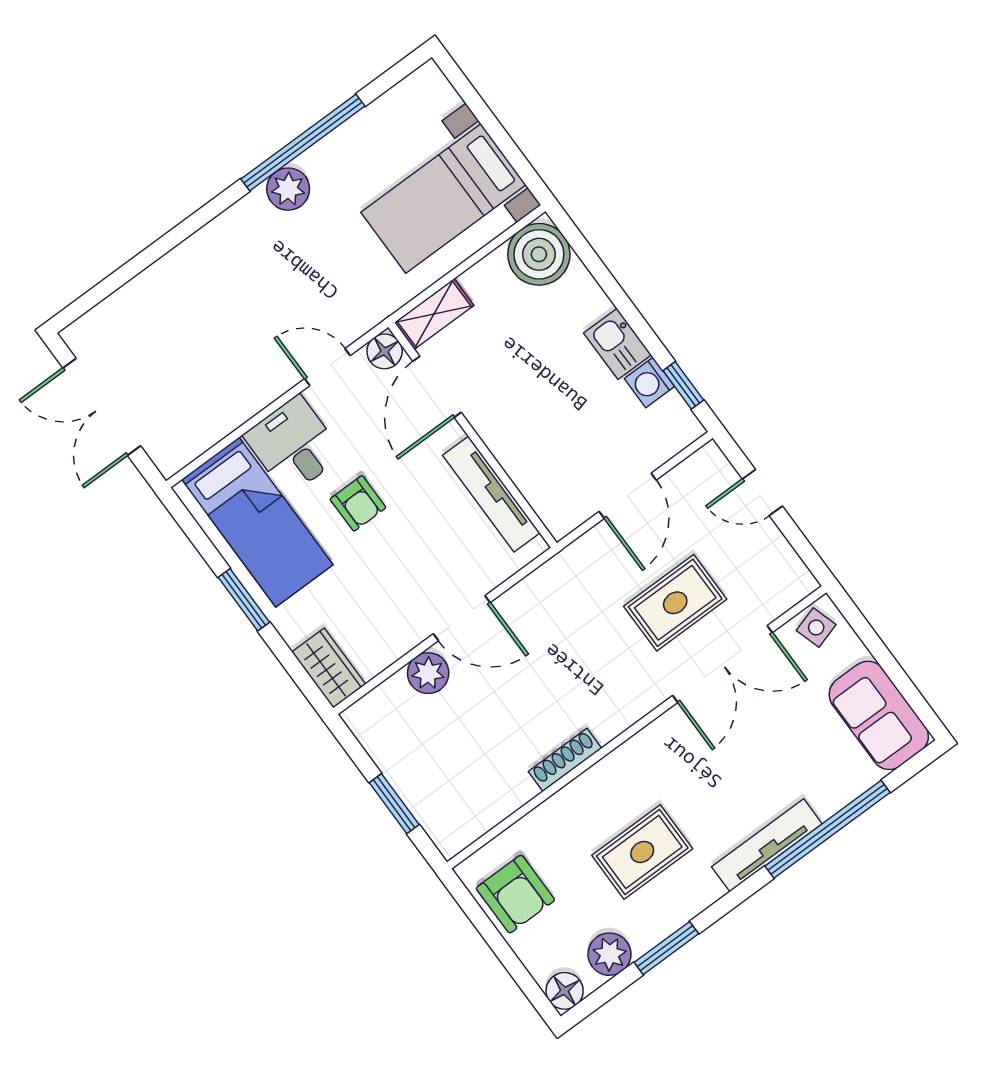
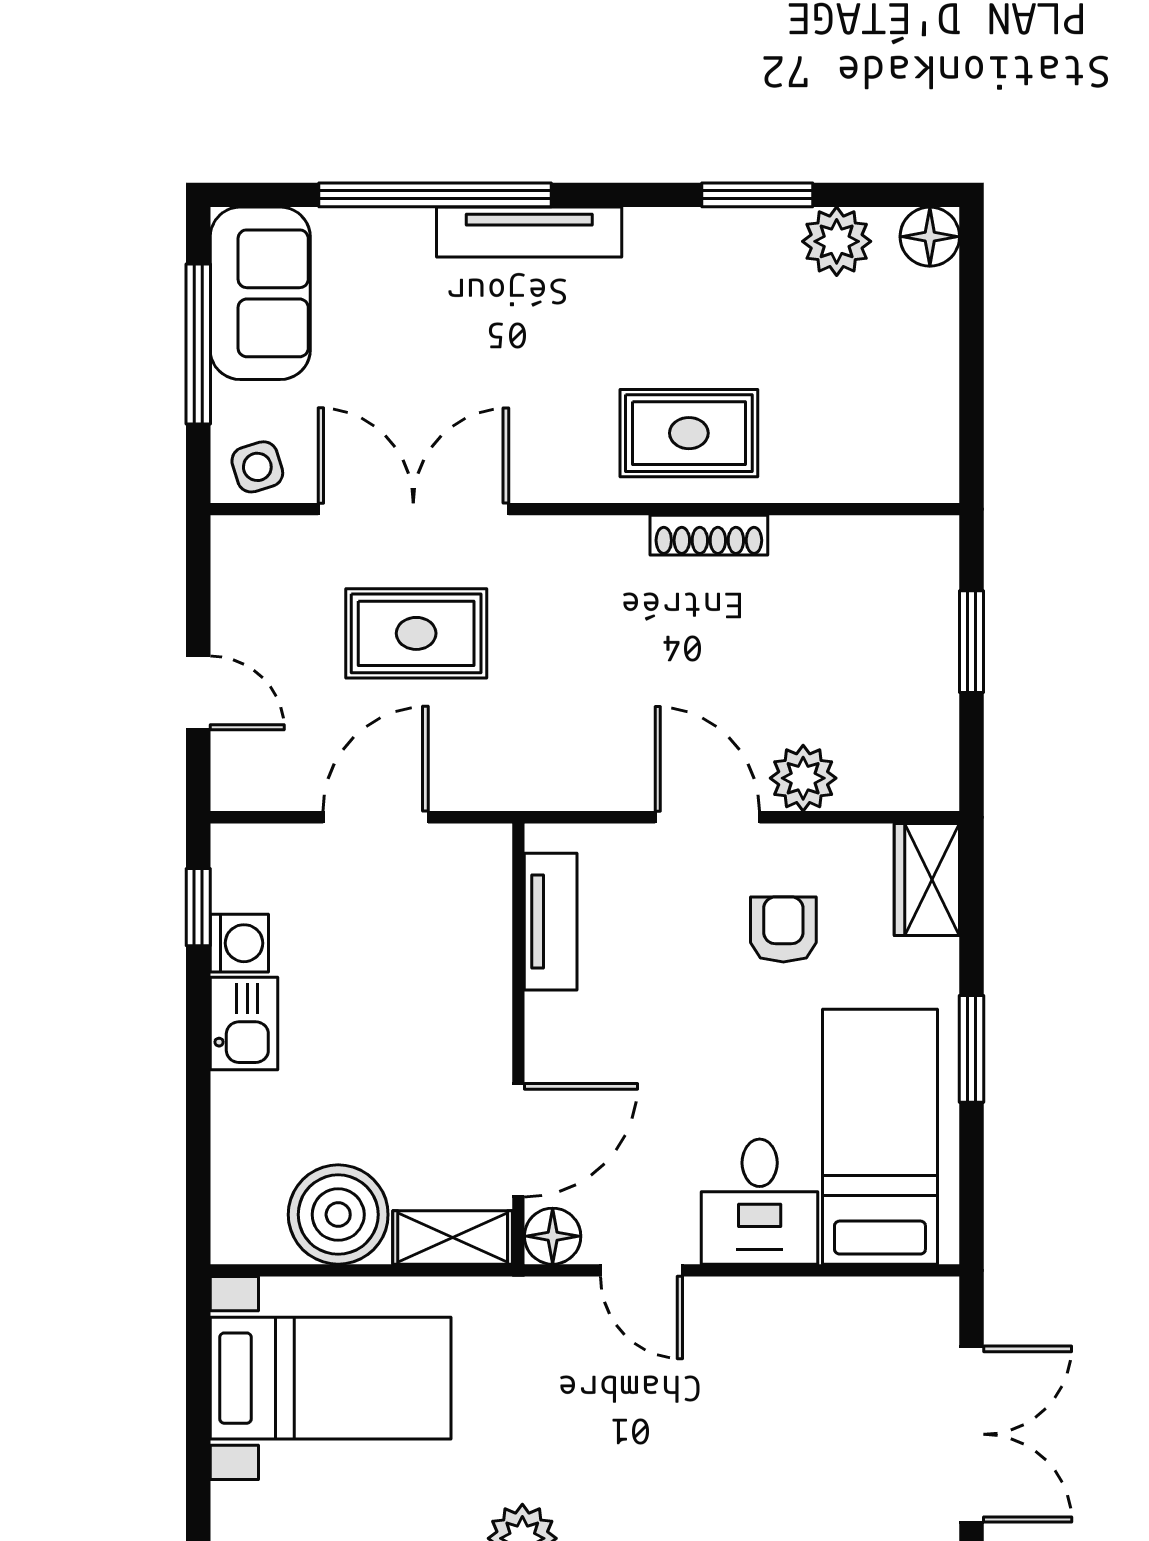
boiler: (539, 254) -> (338, 1215), moved
tv unit: (491, 494) -> (551, 922), width x0.71
armchair: (358, 503) -> (783, 929), moved
window: (891, 667) -> (198, 344), added
rug: (642, 852) -> (689, 433), moved
armchair: (515, 894) -> (901, 409), removed

